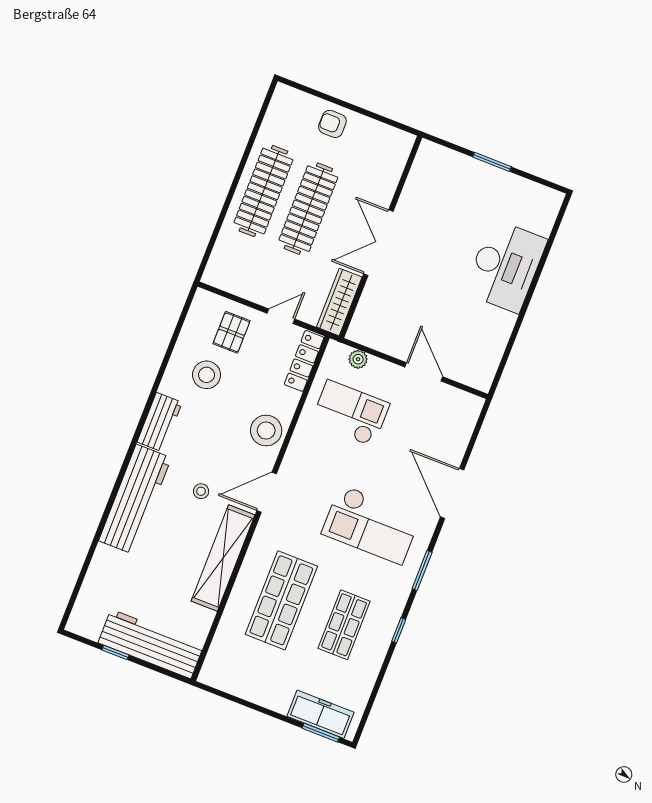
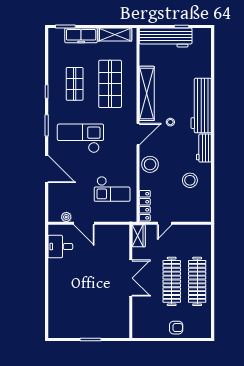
desk: (505, 266) -> (60, 247), moved, width x0.53, depth x0.77
wardrobe: (339, 302) -> (139, 236), width x0.67
pallet: (232, 332) -> (186, 206), removed
plant: (358, 359) -> (66, 217), moved
shelving: (239, 684) -> (115, 35), added
freezer: (321, 714) -> (81, 35), moved

